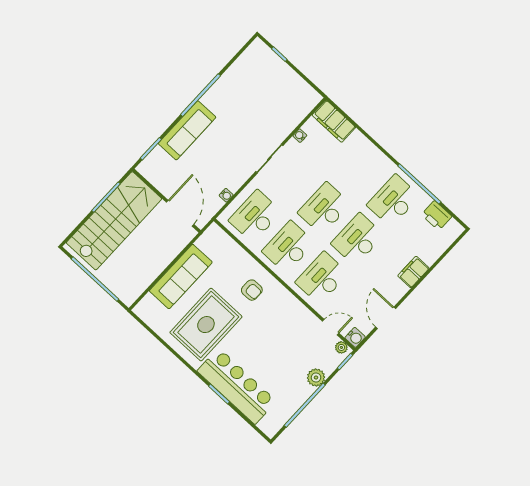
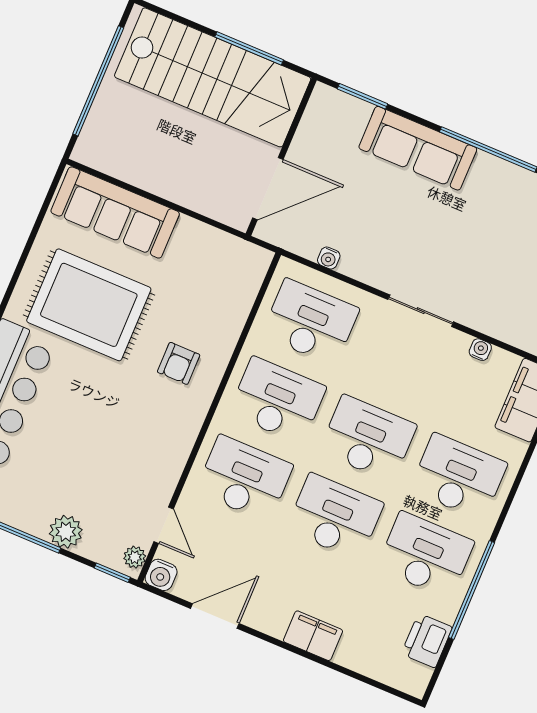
desk: (360, 170) -> (458, 477), added
sofa: (181, 277) -> (115, 212), moved

